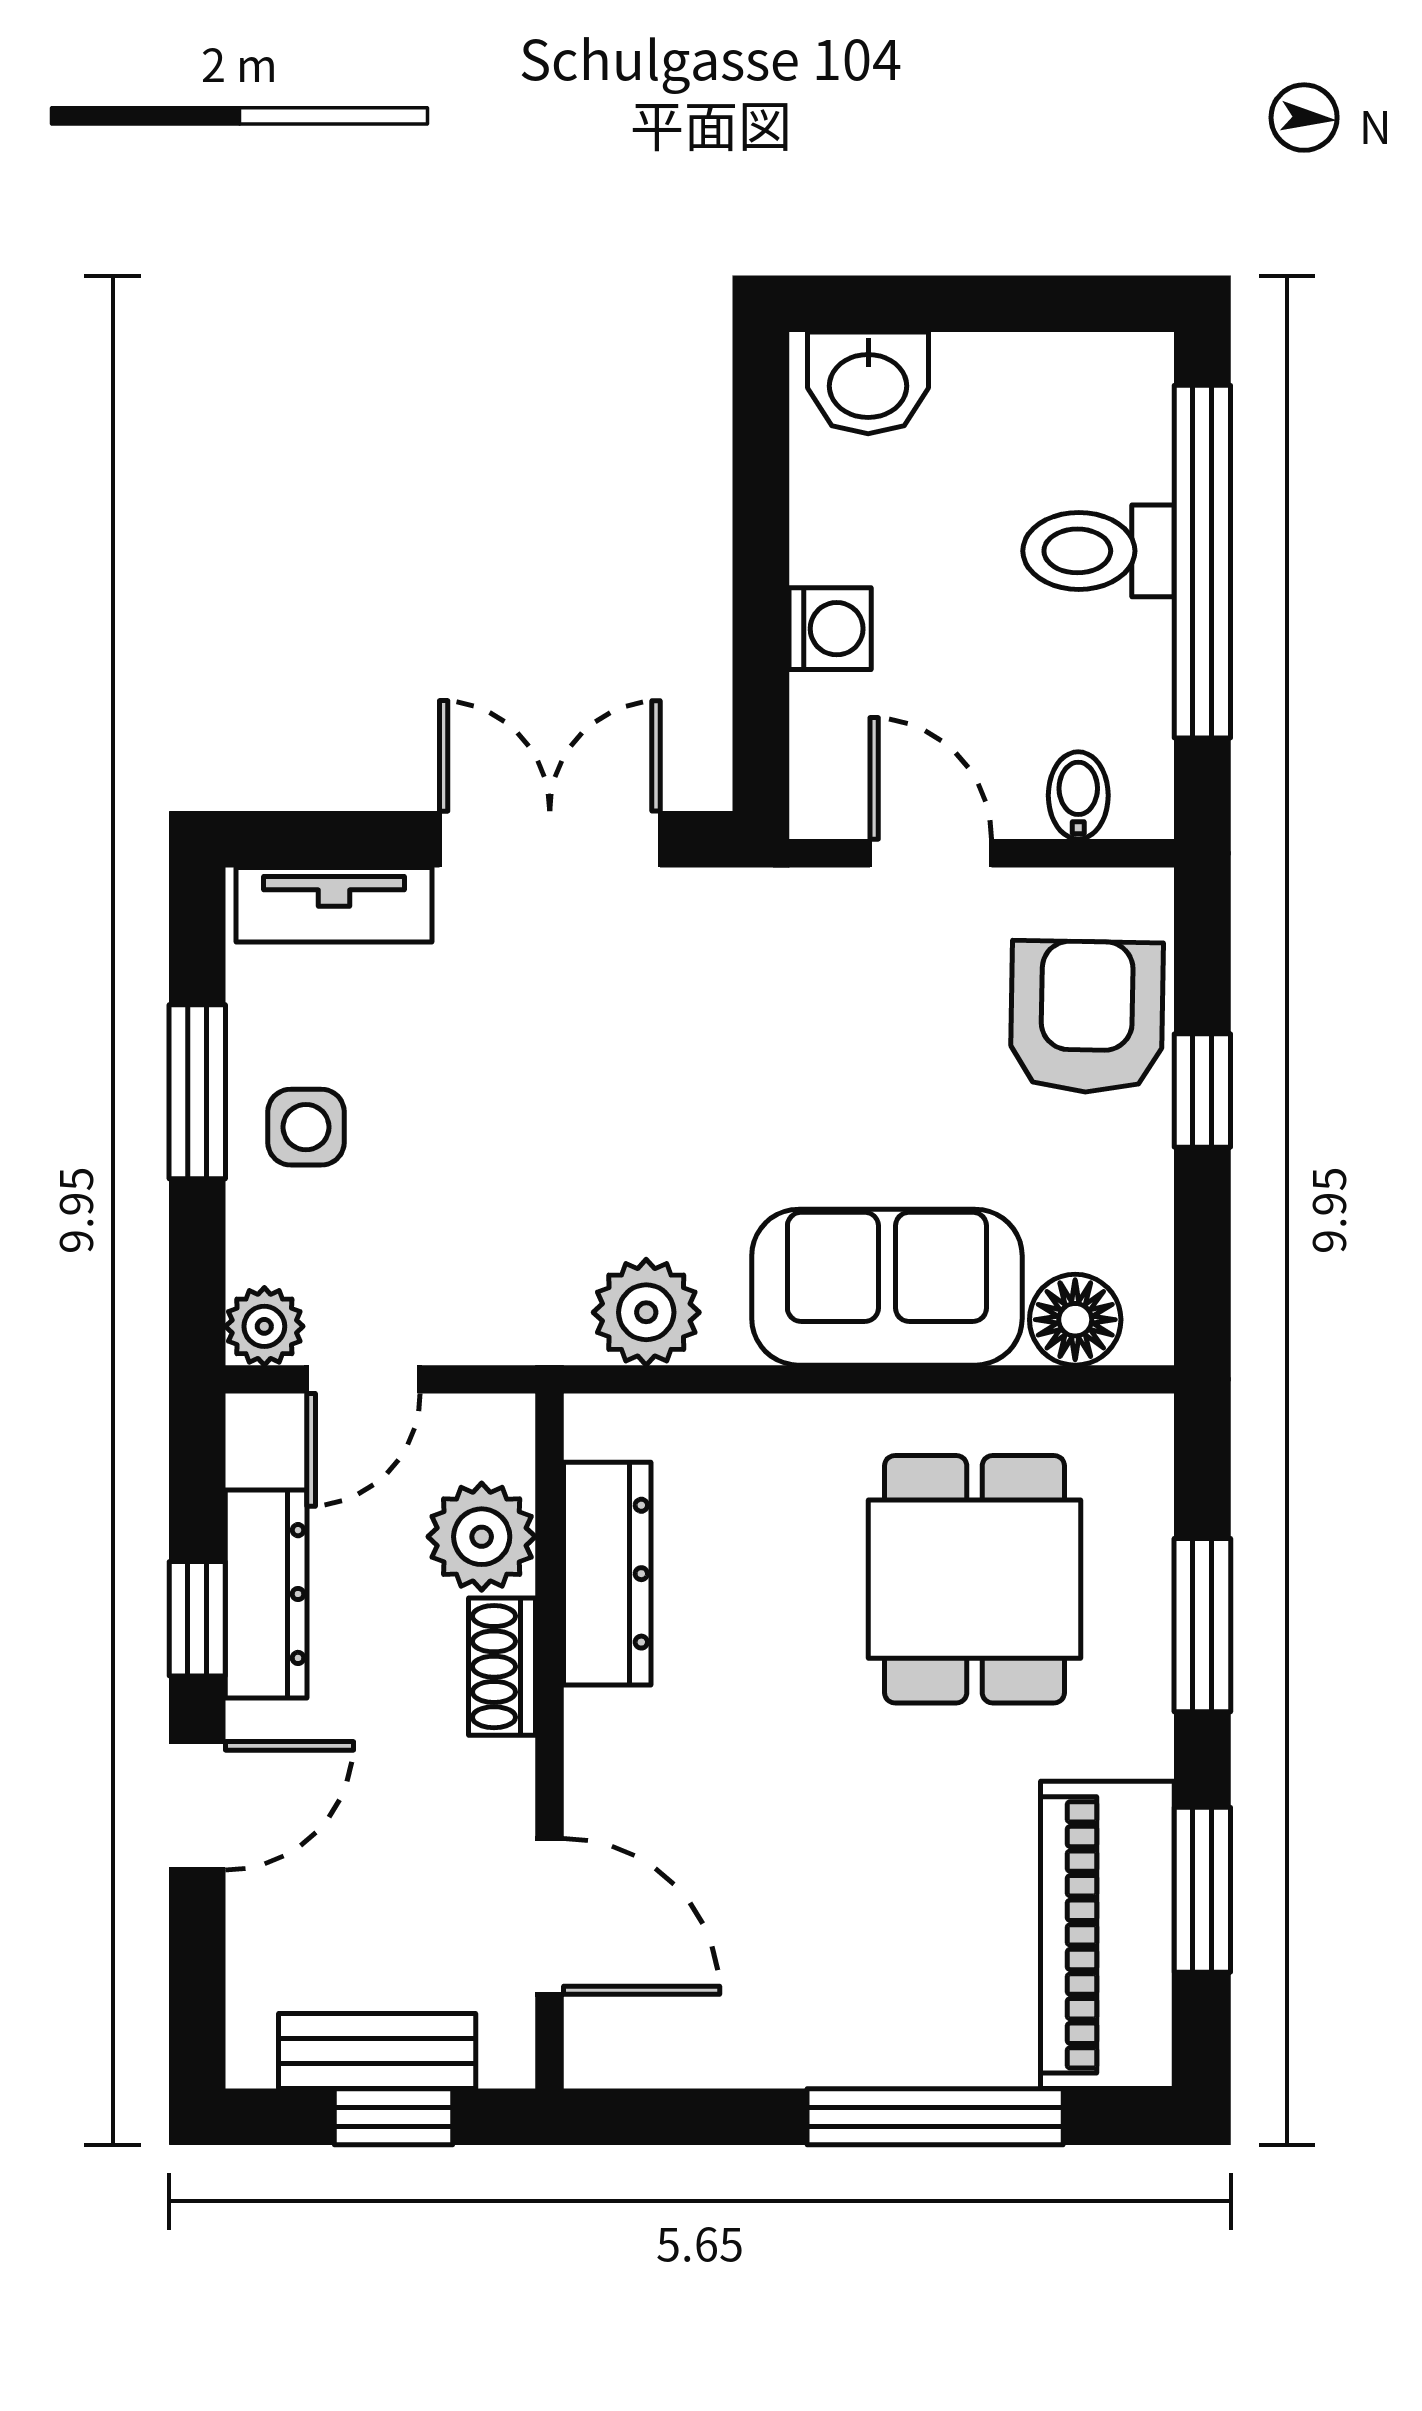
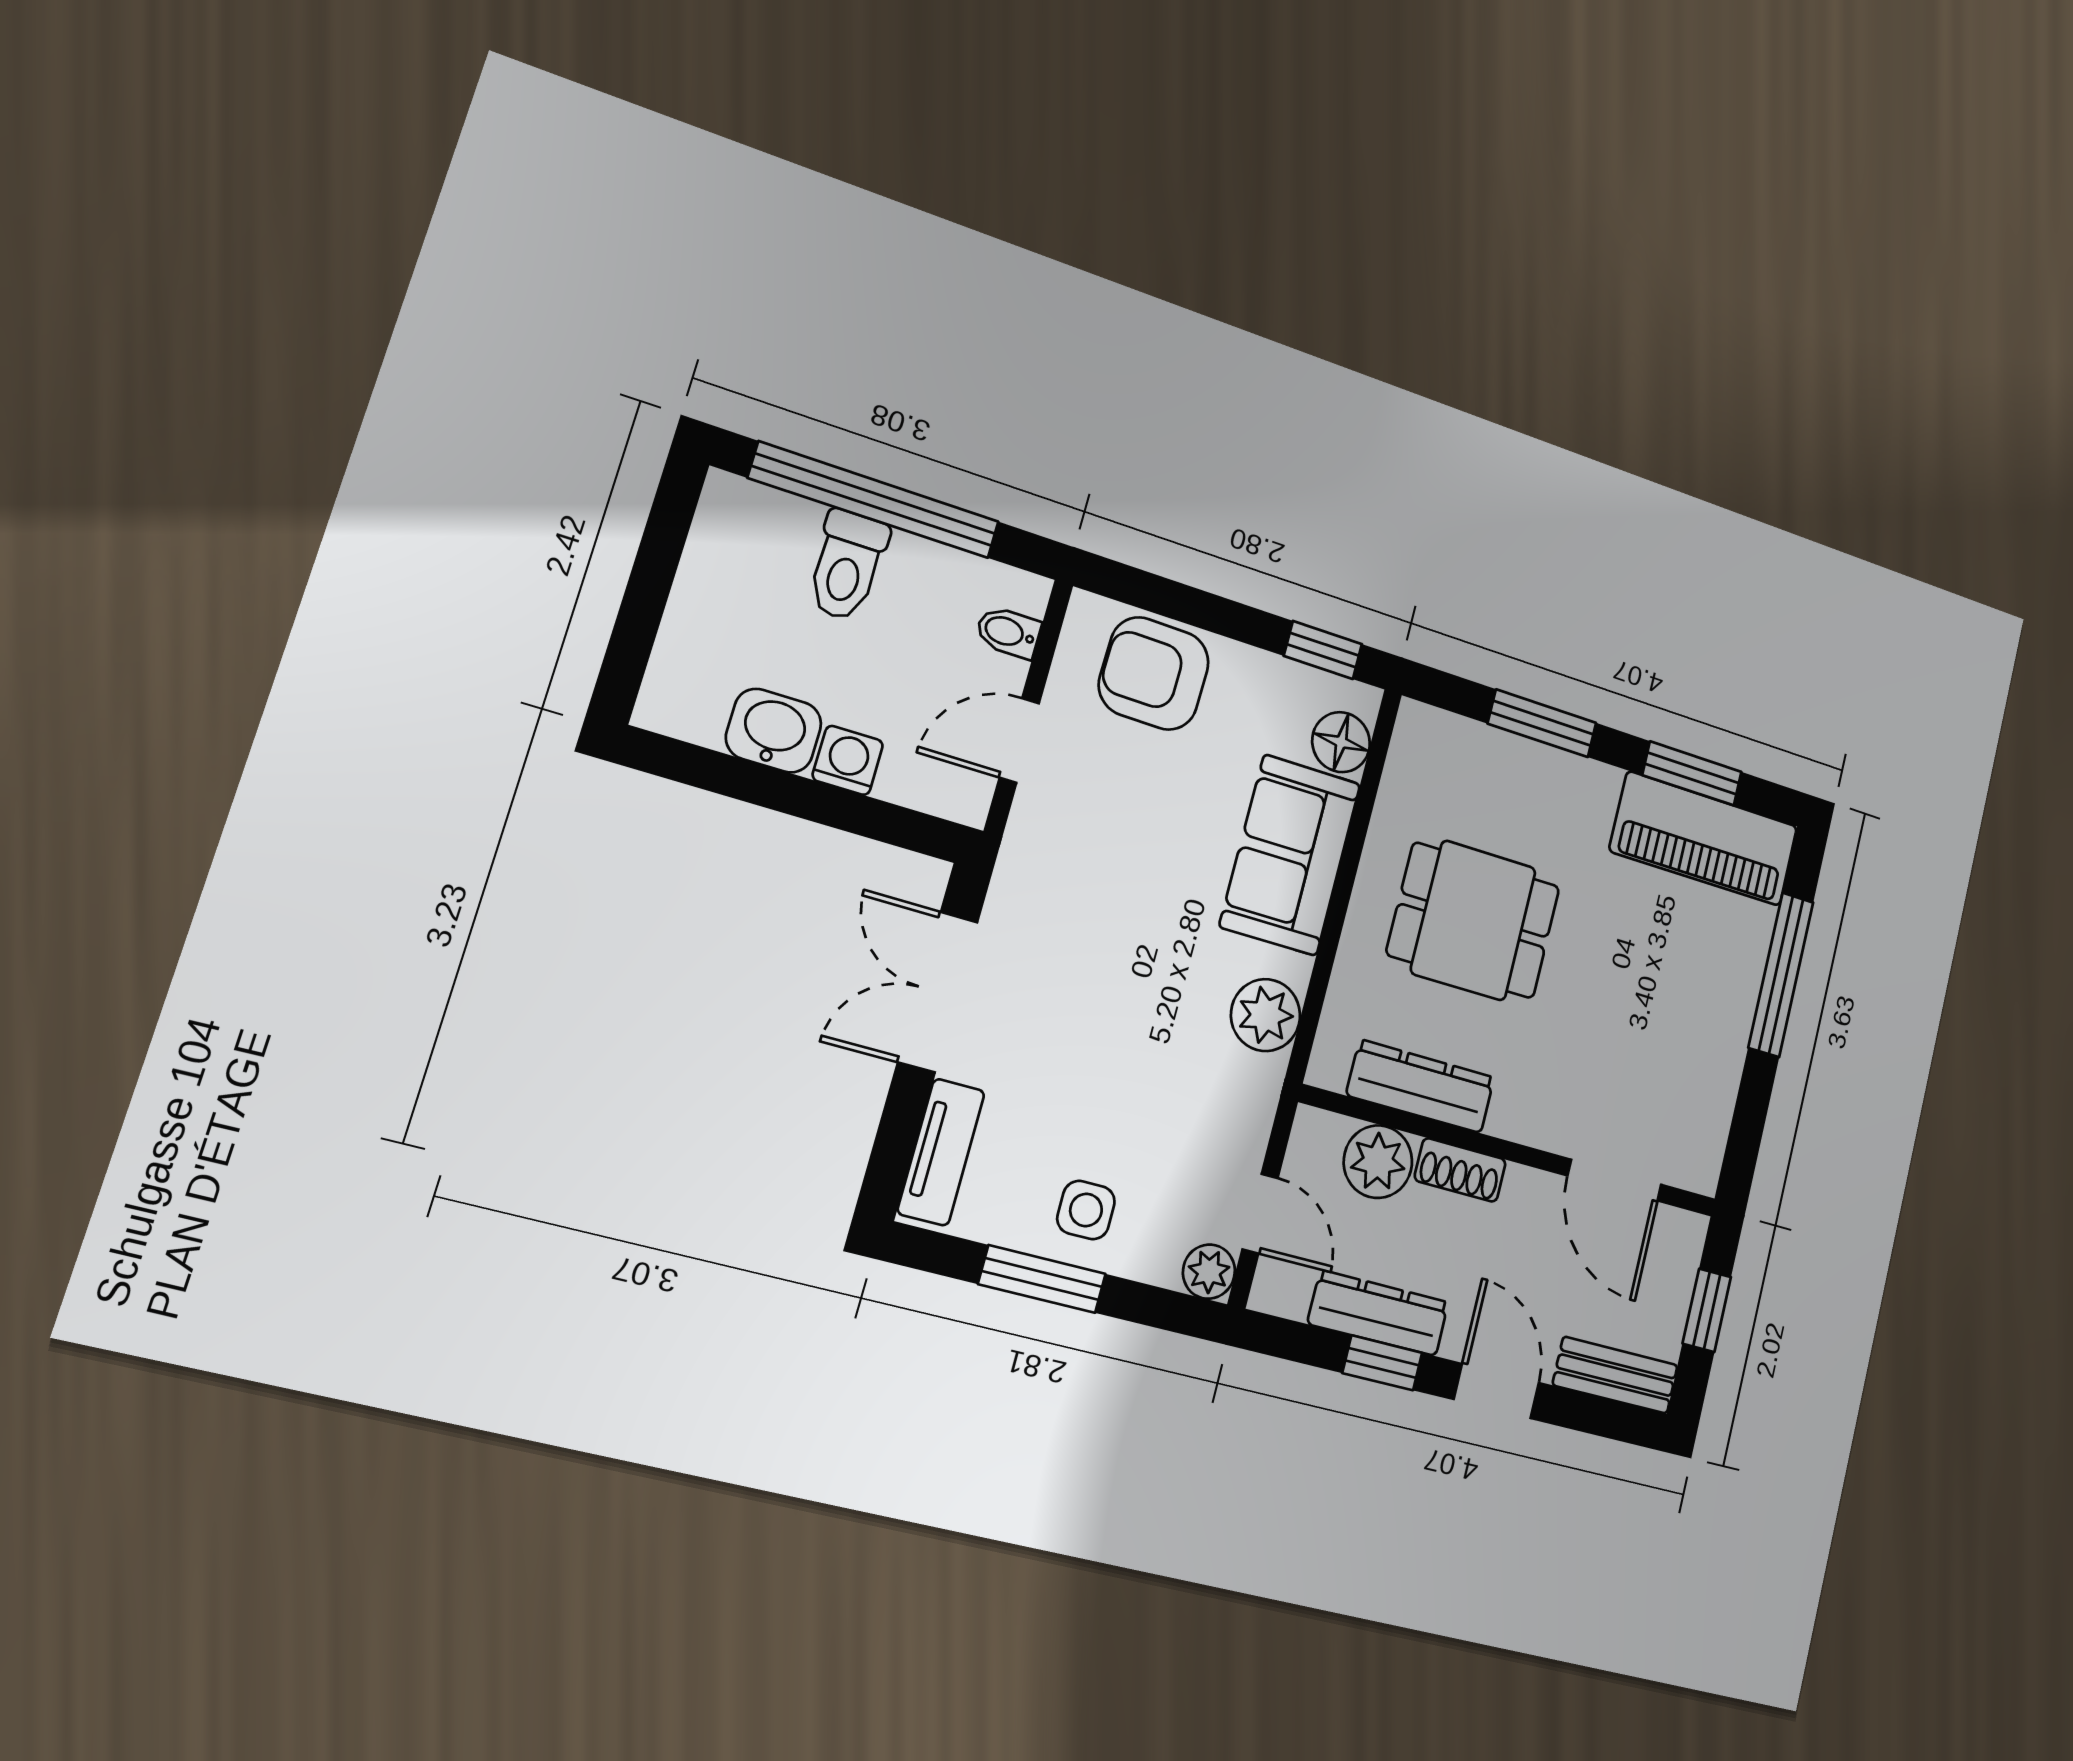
washbasin: (868, 383) -> (774, 731), moved, turned -90
window: (1202, 1091) -> (1323, 650), moved
dining table: (974, 1579) -> (1473, 920), moved
door: (549, 1916) -> (1615, 1180), swing flipped
bench: (377, 2051) -> (1615, 1375), moved, turned 90

